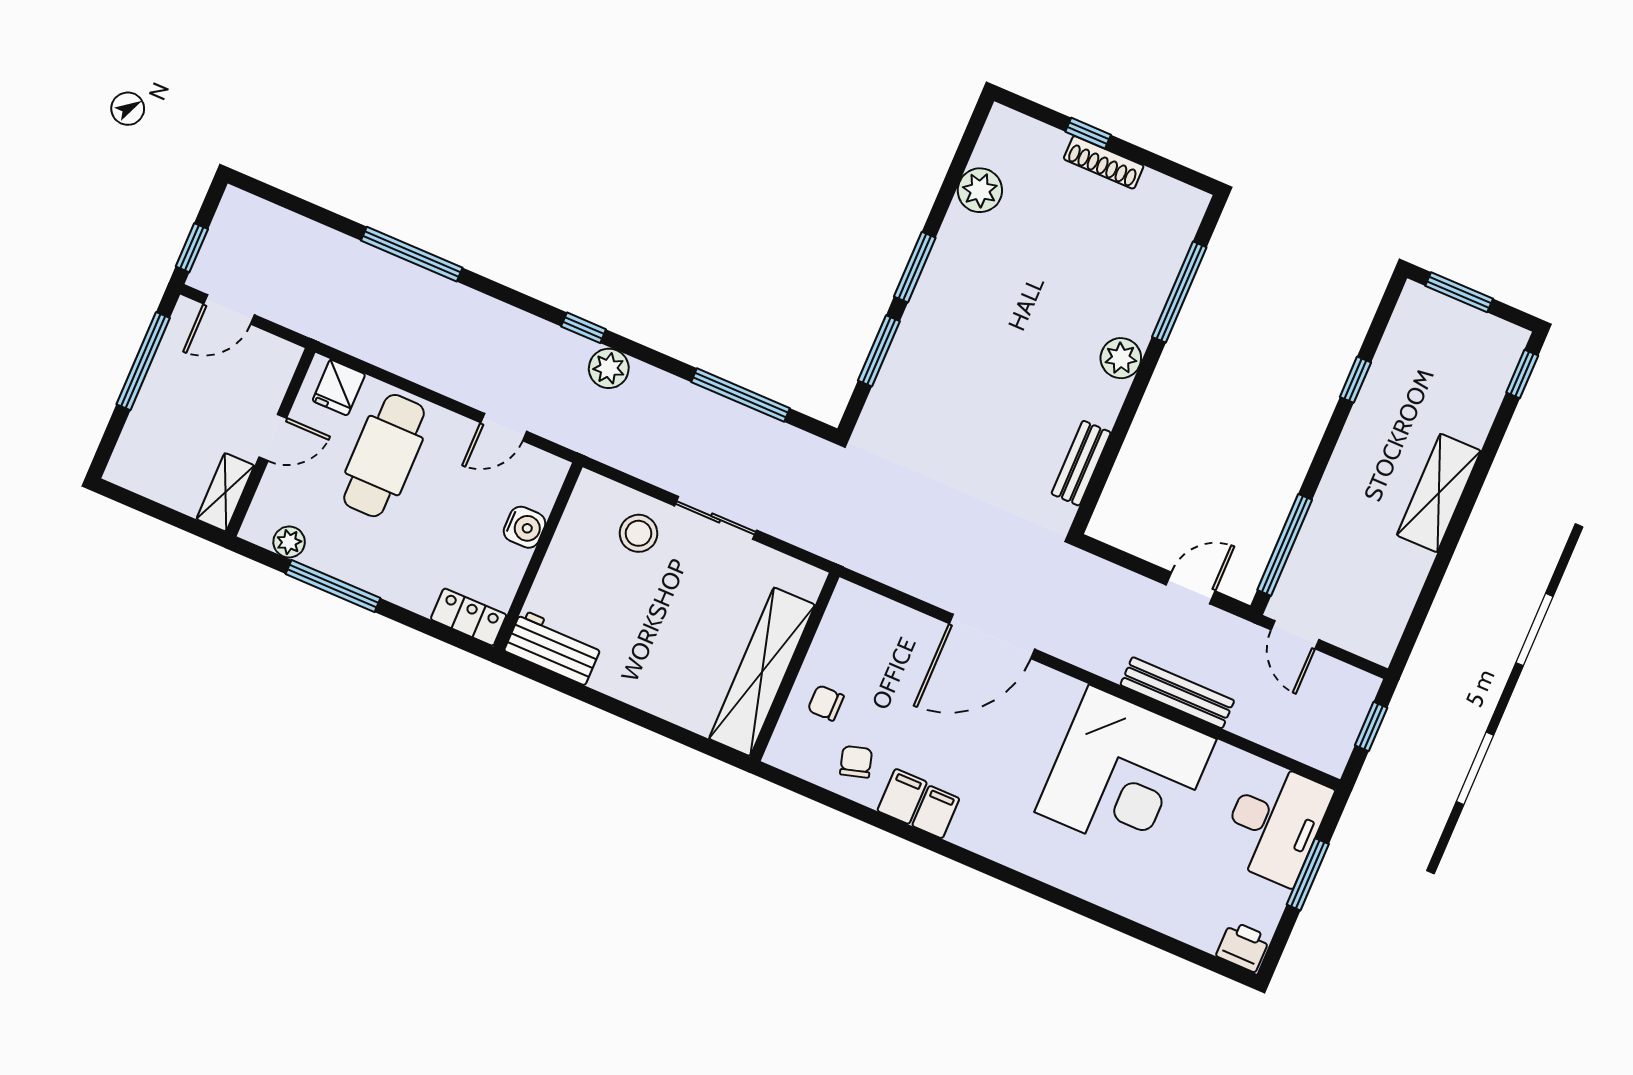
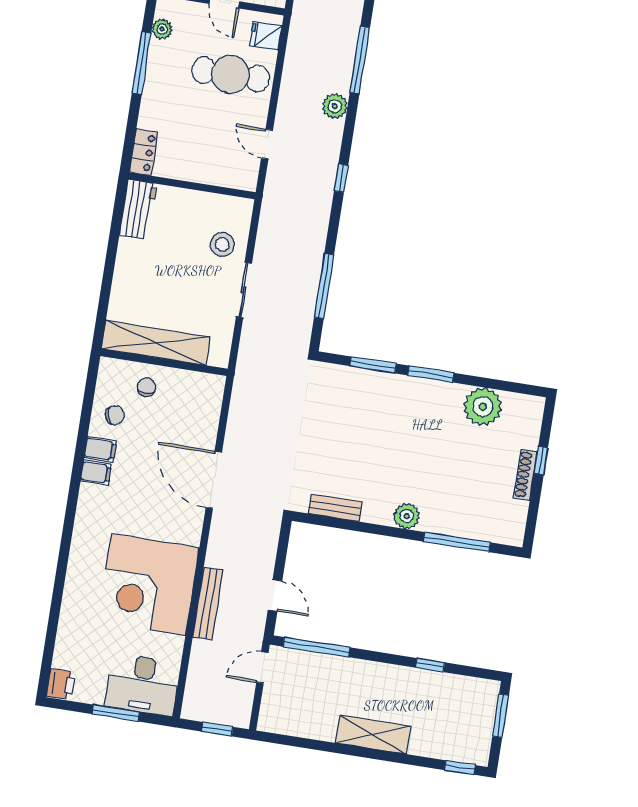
plant: (980, 190) -> (483, 407), width x1.36, depth x1.36
plant: (609, 368) -> (335, 106), moved
water cooler: (525, 527) -> (208, 173), removed

